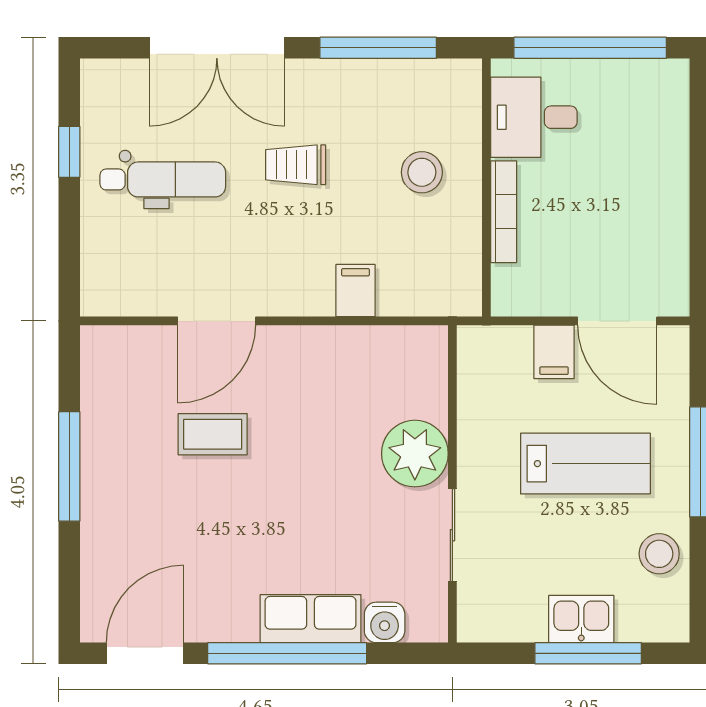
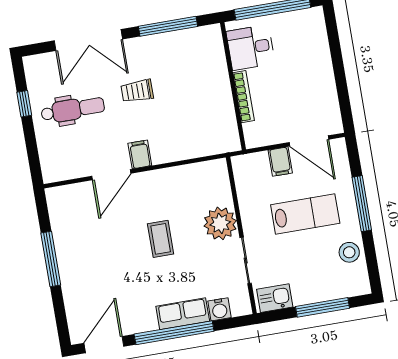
stool: (422, 172) -> (200, 84), removed
filing cabinet: (355, 291) -> (140, 154), moved
coffee table: (213, 434) -> (161, 239), moved, turned 90
kitchen sink: (581, 619) -> (275, 298), moved

